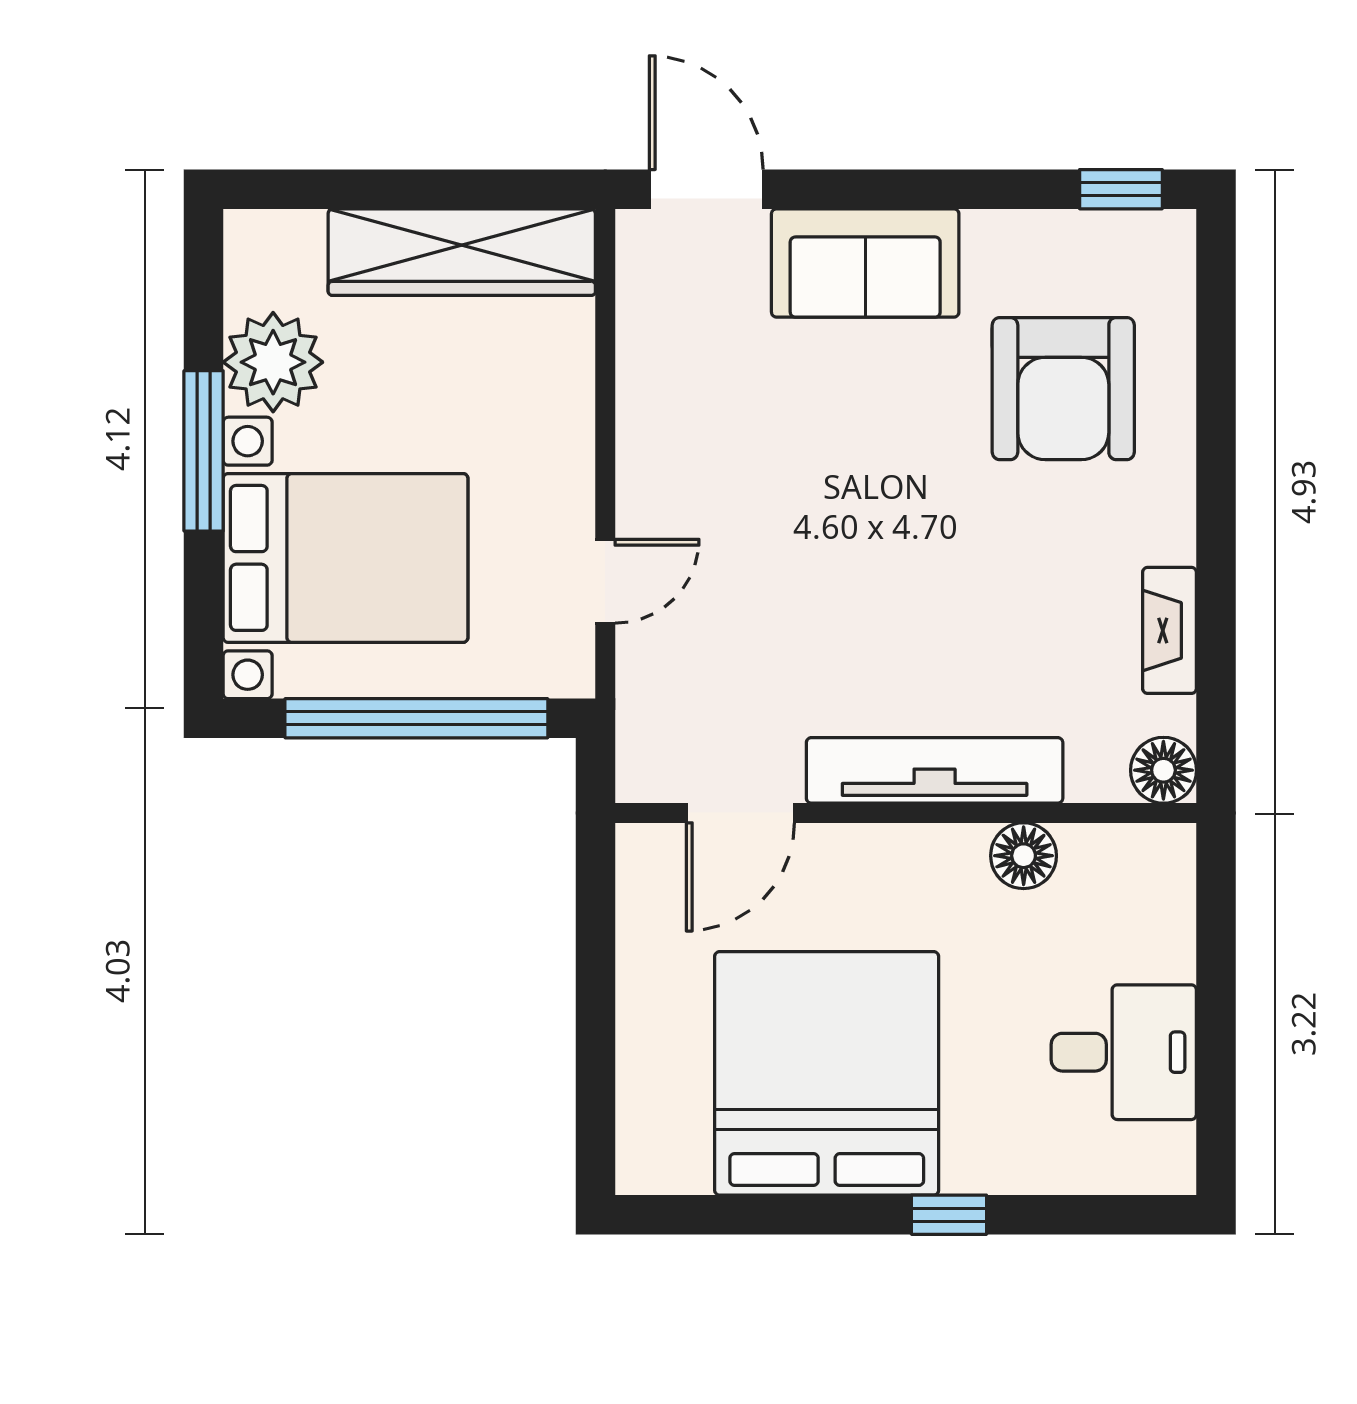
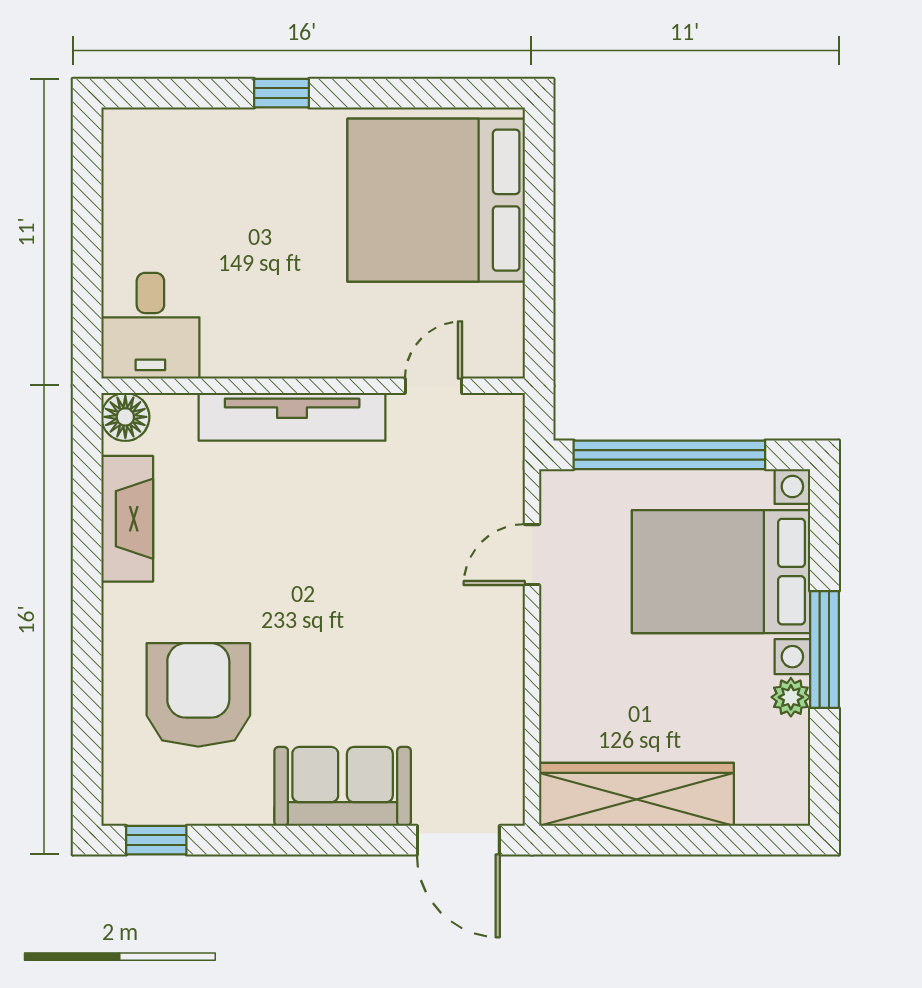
plant: (273, 362) -> (791, 697), width x0.53, depth x0.53
fireplace: (1169, 630) -> (127, 519), width x1.37, depth x1.32
door: (740, 813) -> (434, 386), width x0.73
floor lamp: (1024, 856) -> (227, 355), removed
desk: (1124, 1052) -> (150, 326), moved, turned -90
bed: (827, 1073) -> (436, 200), moved, turned 90

